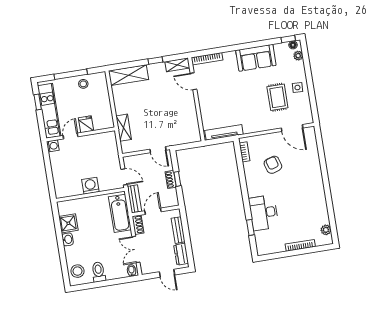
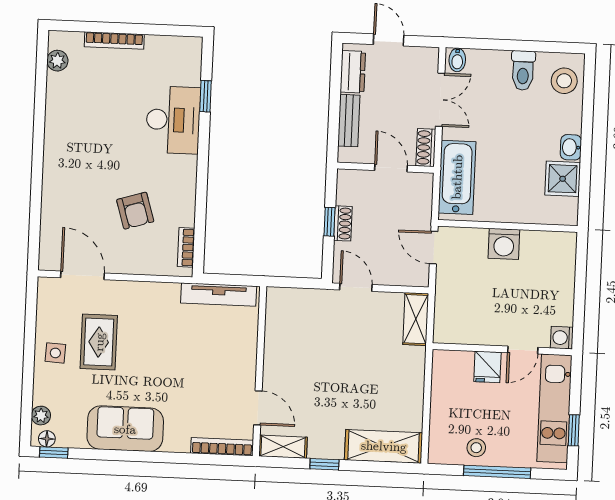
shelving: (124, 128) -> (416, 319), moved
bench: (134, 199) -> (422, 200), removed
door: (153, 211) -> (391, 168), swing flipped

